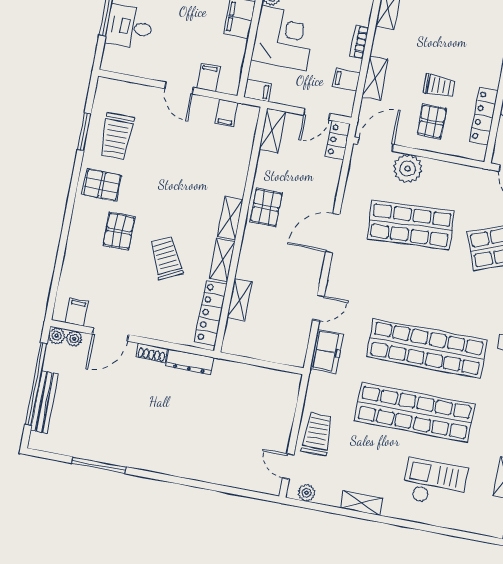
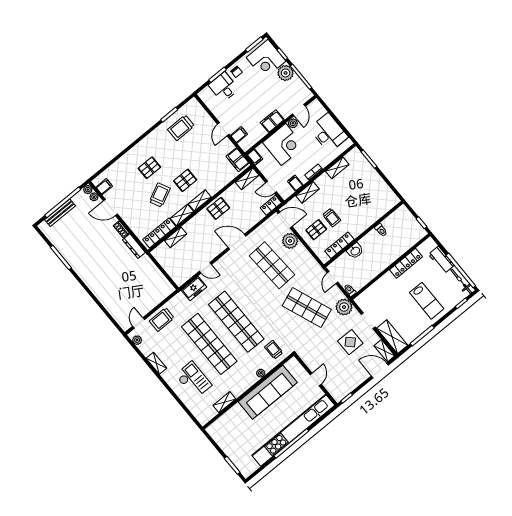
filing cabinet: (226, 113) -> (237, 160), width x2.00
pallet: (102, 185) -> (185, 180), moved, turned 90
trolley: (317, 434) -> (162, 319), turned 180

